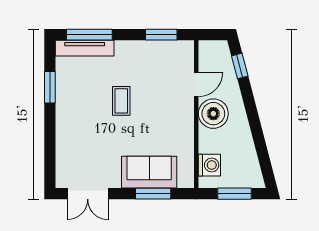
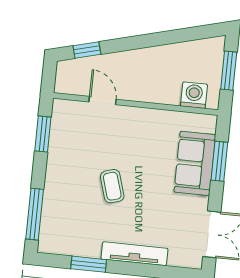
tv unit: (85, 48) -> (134, 254), moved, turned -90
coffee table: (121, 101) -> (112, 186), turned 73
boiler: (213, 114) -> (137, 85), removed

